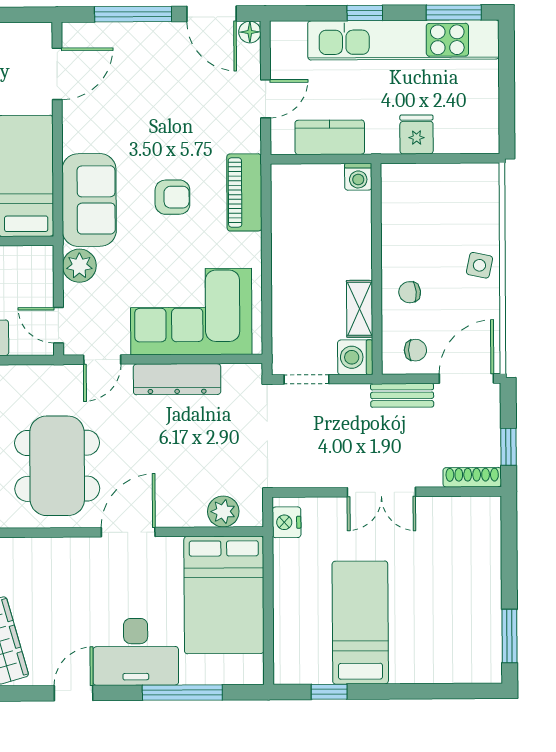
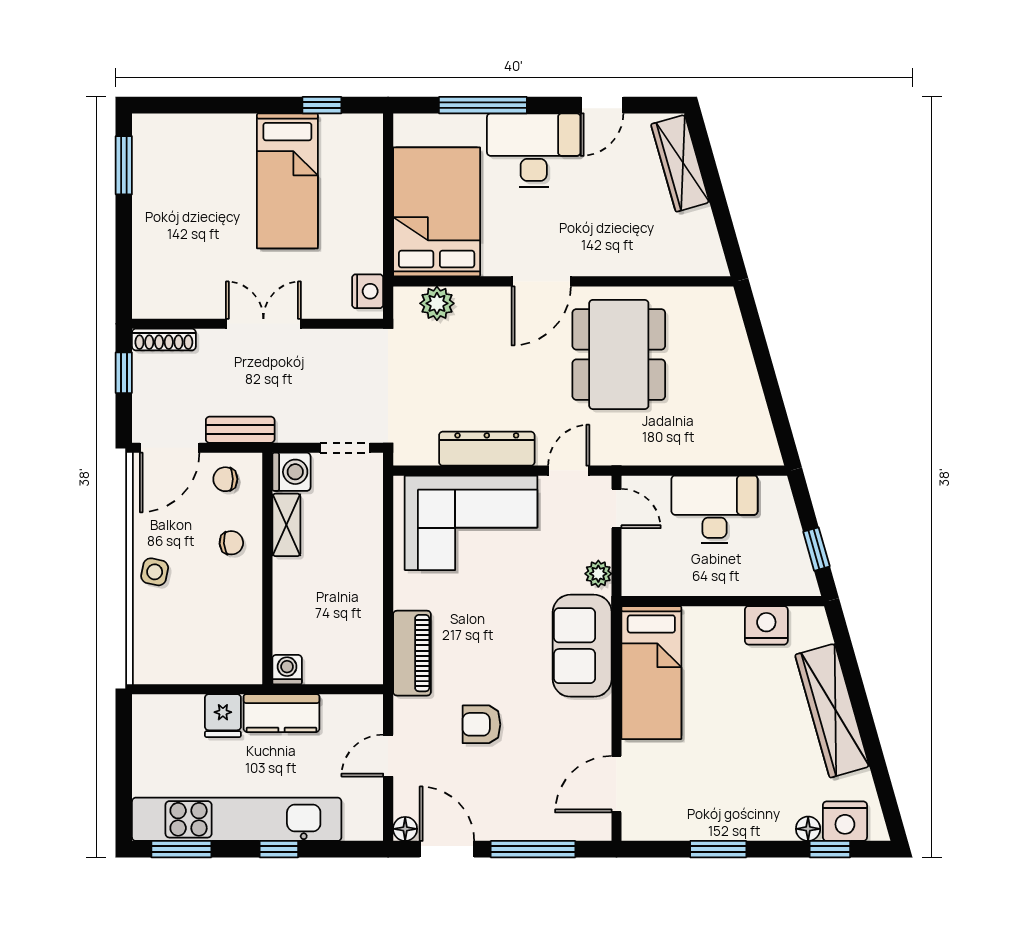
kitchen counter: (330, 137) -> (282, 713), moved
armchair: (172, 197) -> (481, 724), moved
plant: (79, 266) -> (598, 574), width x0.73, depth x0.73

